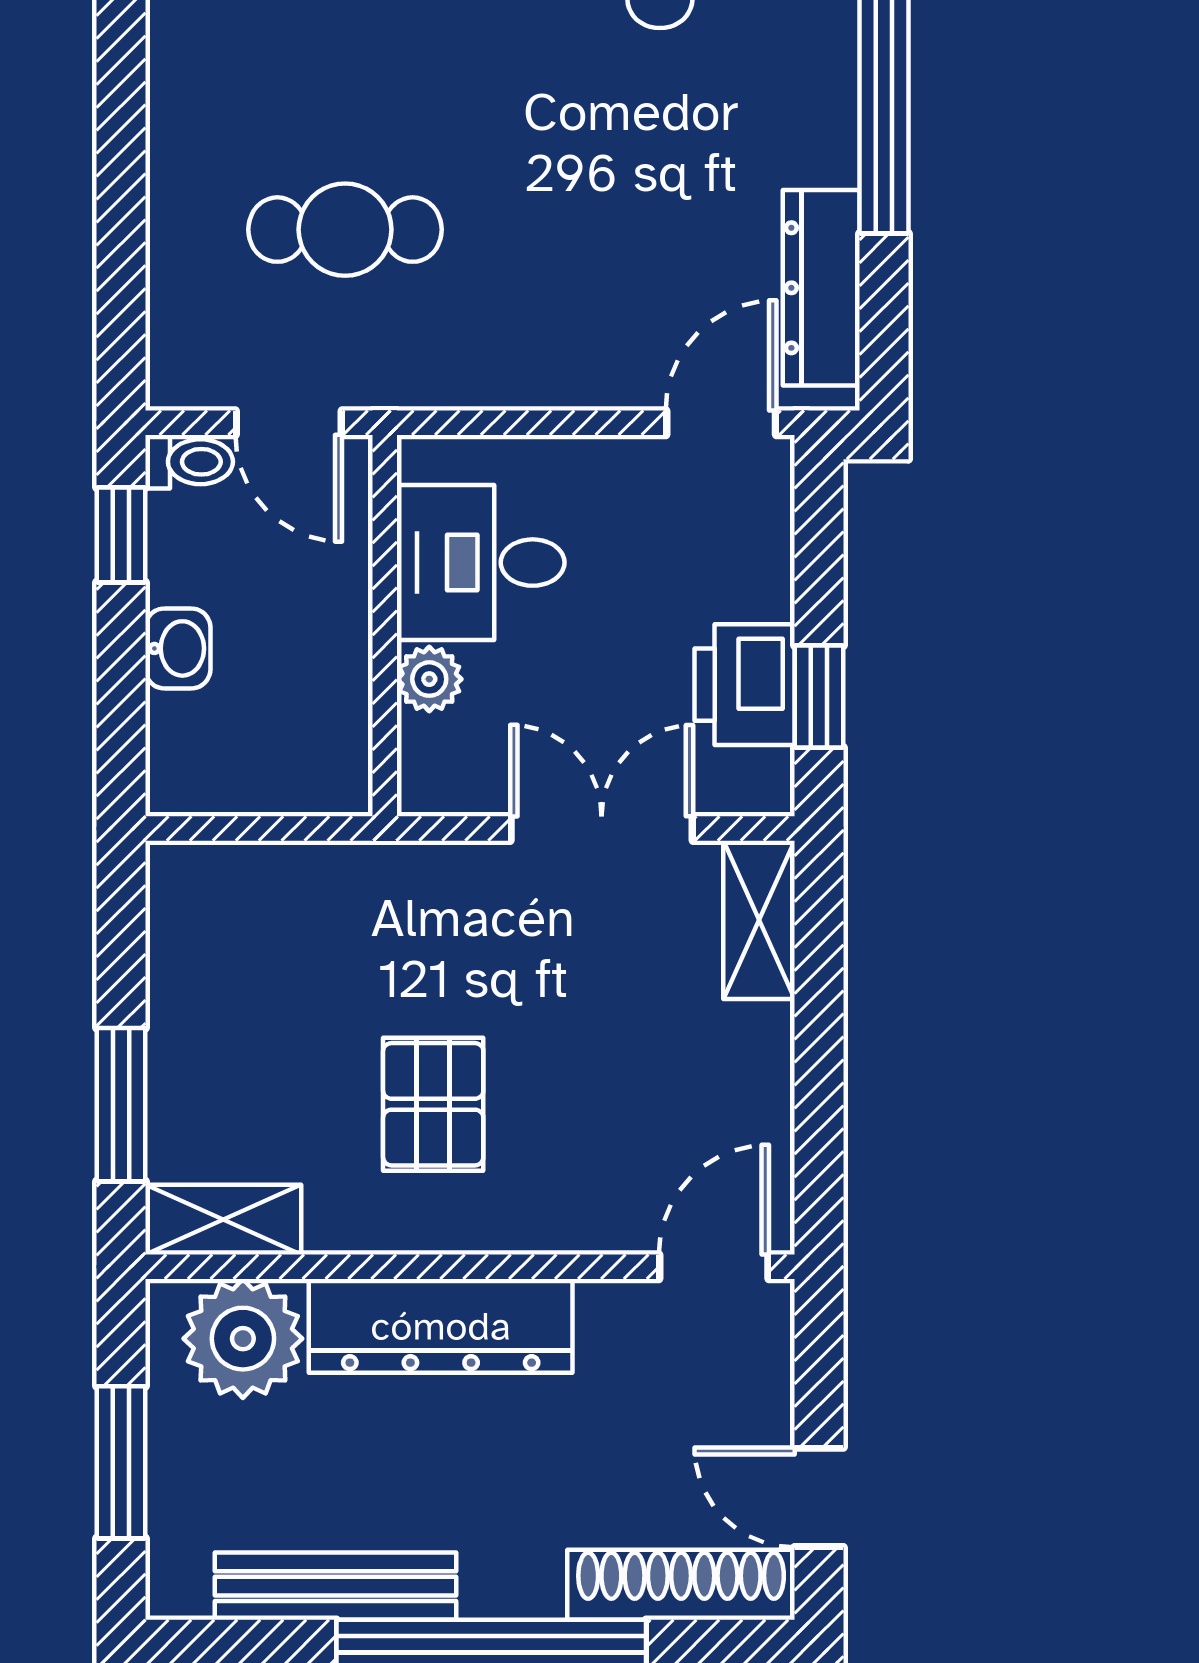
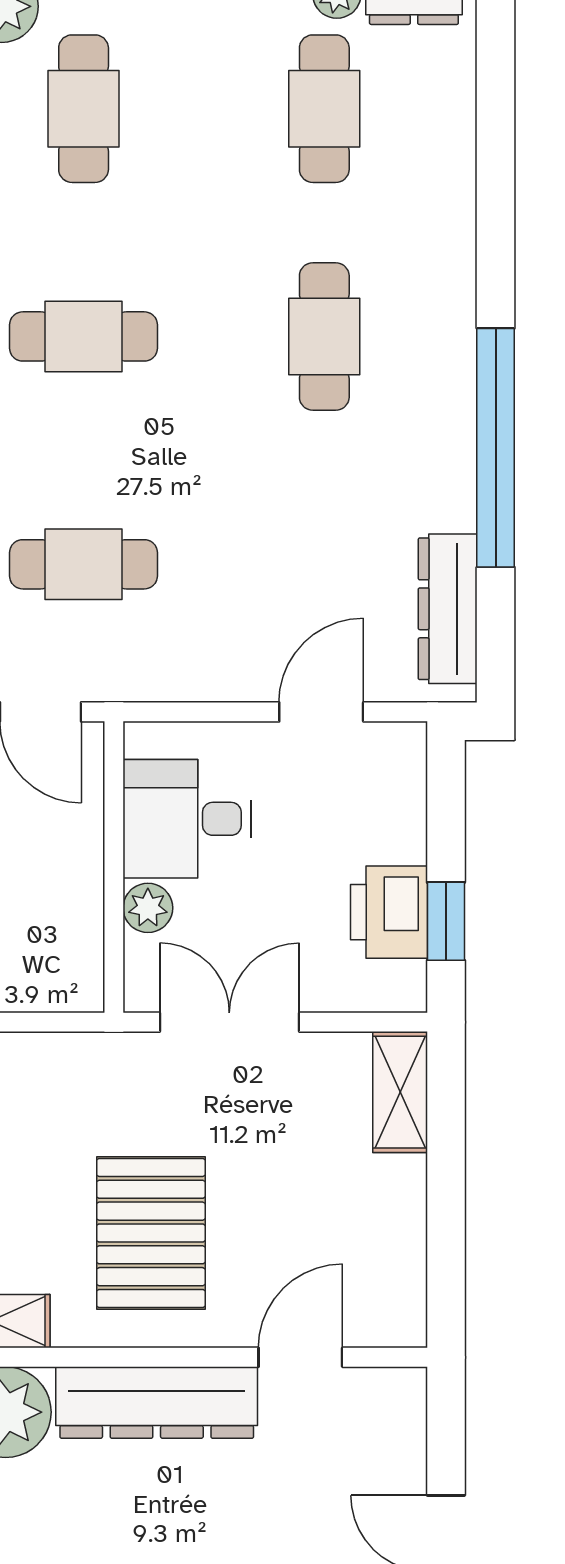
door: (721, 423) -> (321, 712), moved
double door: (602, 829) -> (229, 1022), moved
pallet: (433, 1104) -> (151, 1233), width x1.50, depth x1.42
door: (714, 1267) -> (300, 1357), moved

